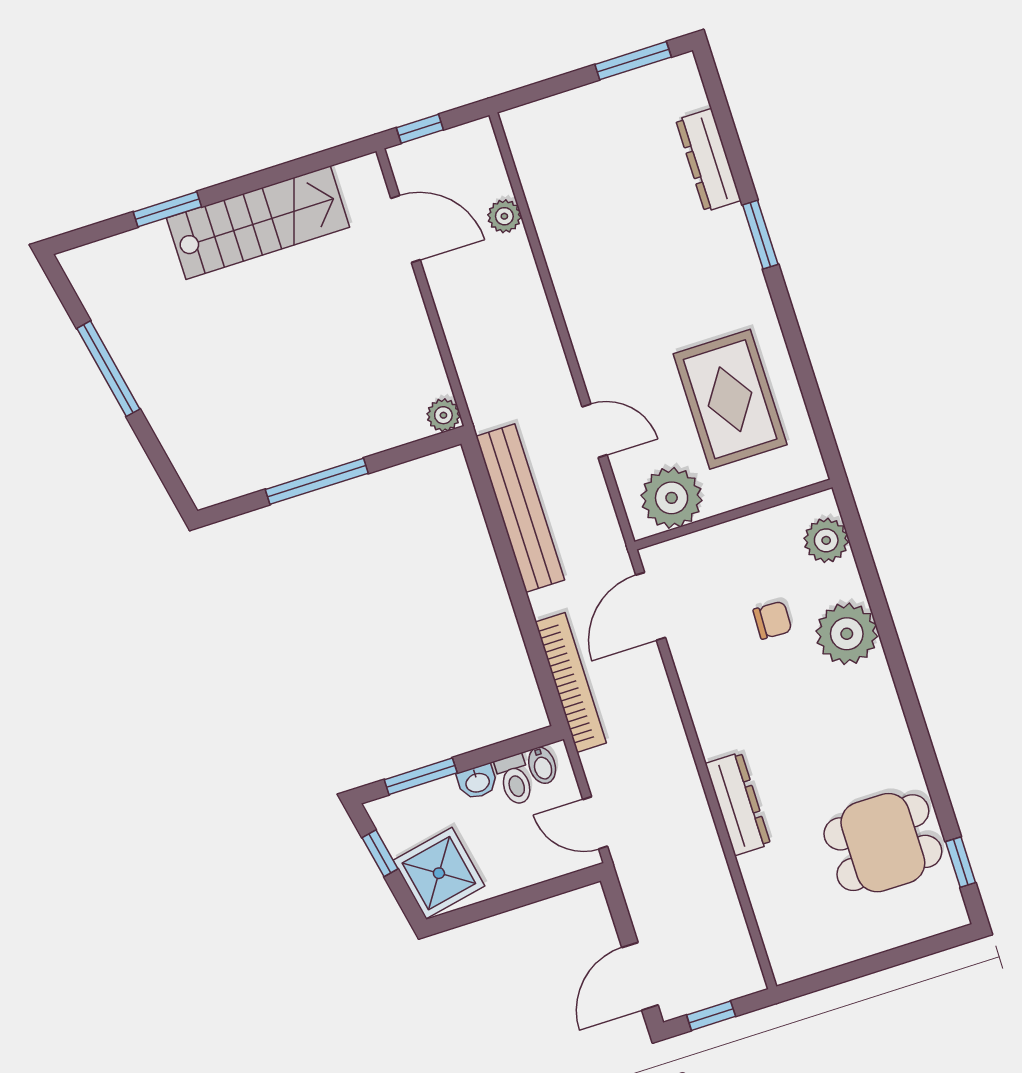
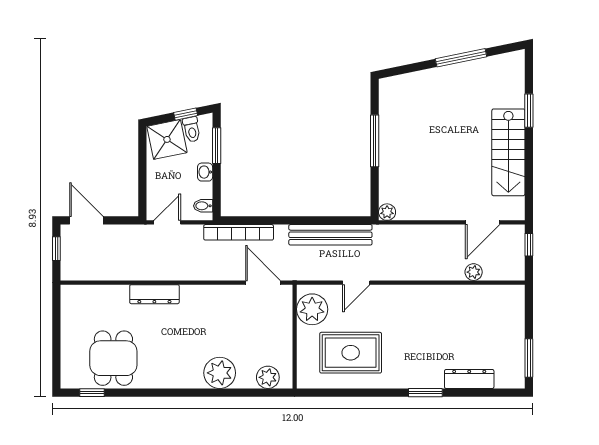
chair: (772, 620) -> (238, 339), removed
toilet: (515, 780) -> (192, 129), moved, turned -102

